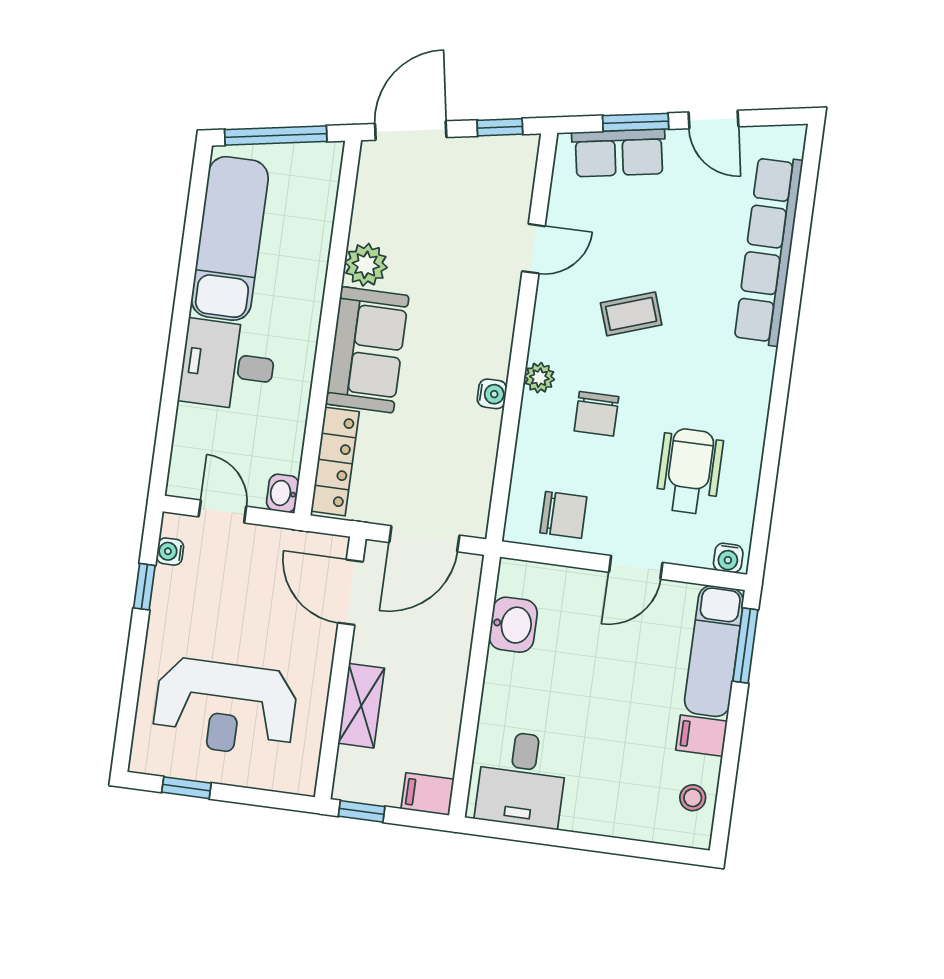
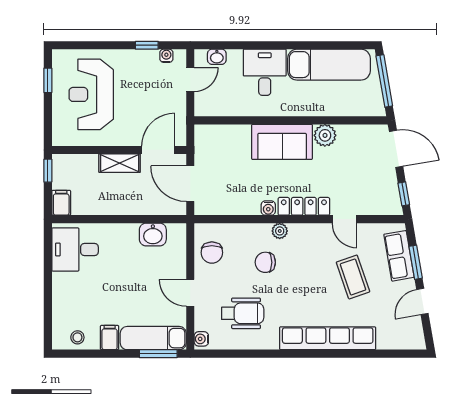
row of seats: (768, 251) -> (328, 338), moved
coffee table: (631, 314) -> (353, 277), moved, width x1.36, depth x1.30
locker: (335, 461) -> (304, 206), moved, turned 180
washbasin: (283, 493) -> (217, 57), moved, turned 180
shelving: (361, 706) -> (120, 163), moved

